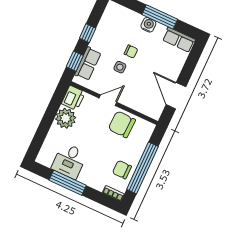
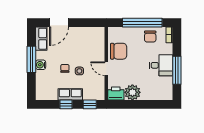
row of seats: (88, 64) -> (70, 94), moved
door: (176, 96) -> (59, 23), moved
chair: (122, 124) -> (119, 51), turned -92
desk: (69, 161) -> (161, 65), moved

